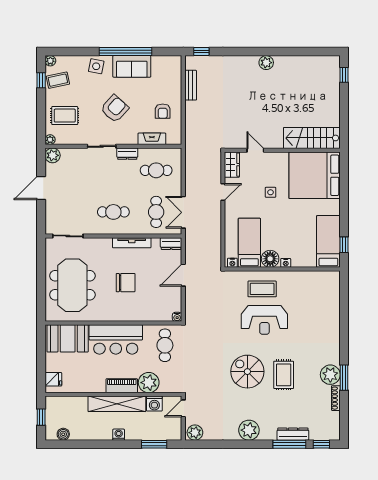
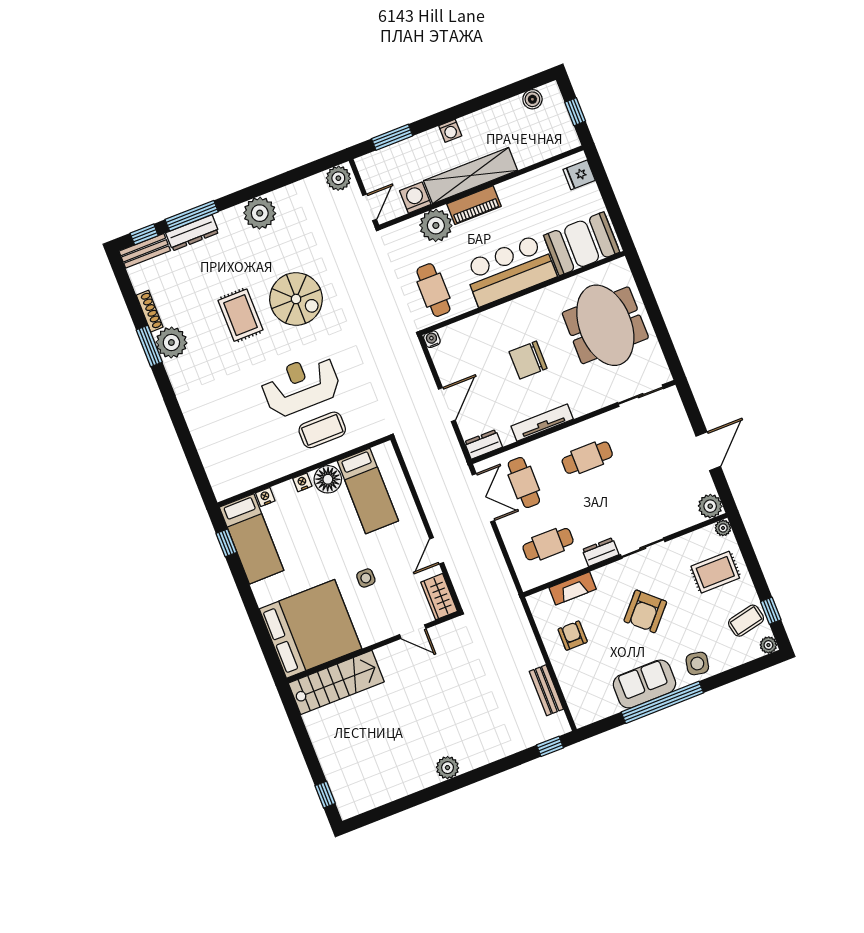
nightstand: (232, 263) -> (265, 497), moved
bench: (325, 434) -> (145, 251), added

